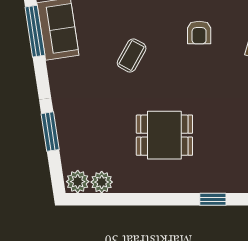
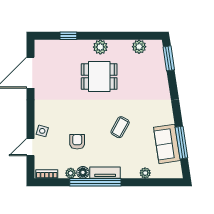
window: (50, 132) -> (169, 58), moved
plant: (78, 182) -> (100, 47), moved

